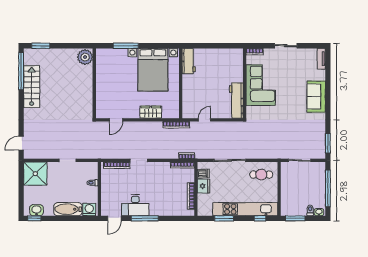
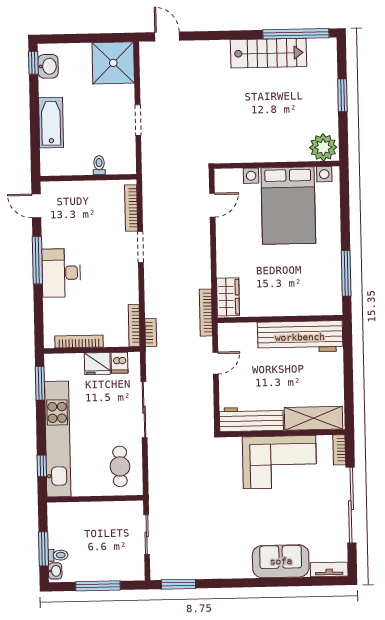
window: (41, 46) -> (342, 95), moved
window: (126, 46) -> (346, 273), moved
sliding door: (286, 46) -> (351, 505), width x1.86
workbench: (189, 61) -> (300, 337), width x1.87, depth x1.32
shelving: (237, 66) -> (313, 418), added
bed with nightstands: (153, 70) -> (288, 206), moved, turned -90
sofa: (316, 97) -> (281, 561), moved
wardrobe: (151, 112) -> (228, 297), moved
door: (116, 120) -> (212, 205), swing flipped
door: (204, 120) -> (216, 363), hinge flipped
window: (328, 188) -> (98, 586), width x0.68
desk: (135, 205) -> (61, 273), moved
washing machine: (89, 209) -> (51, 161), removed
window: (224, 218) -> (40, 383), moved
window: (295, 218) -> (43, 549), moved

